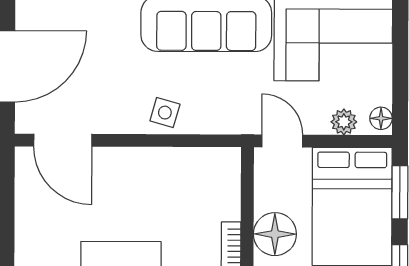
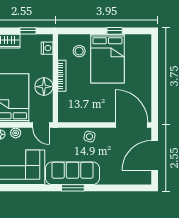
door: (63, 140) -> (132, 125), width x1.36

